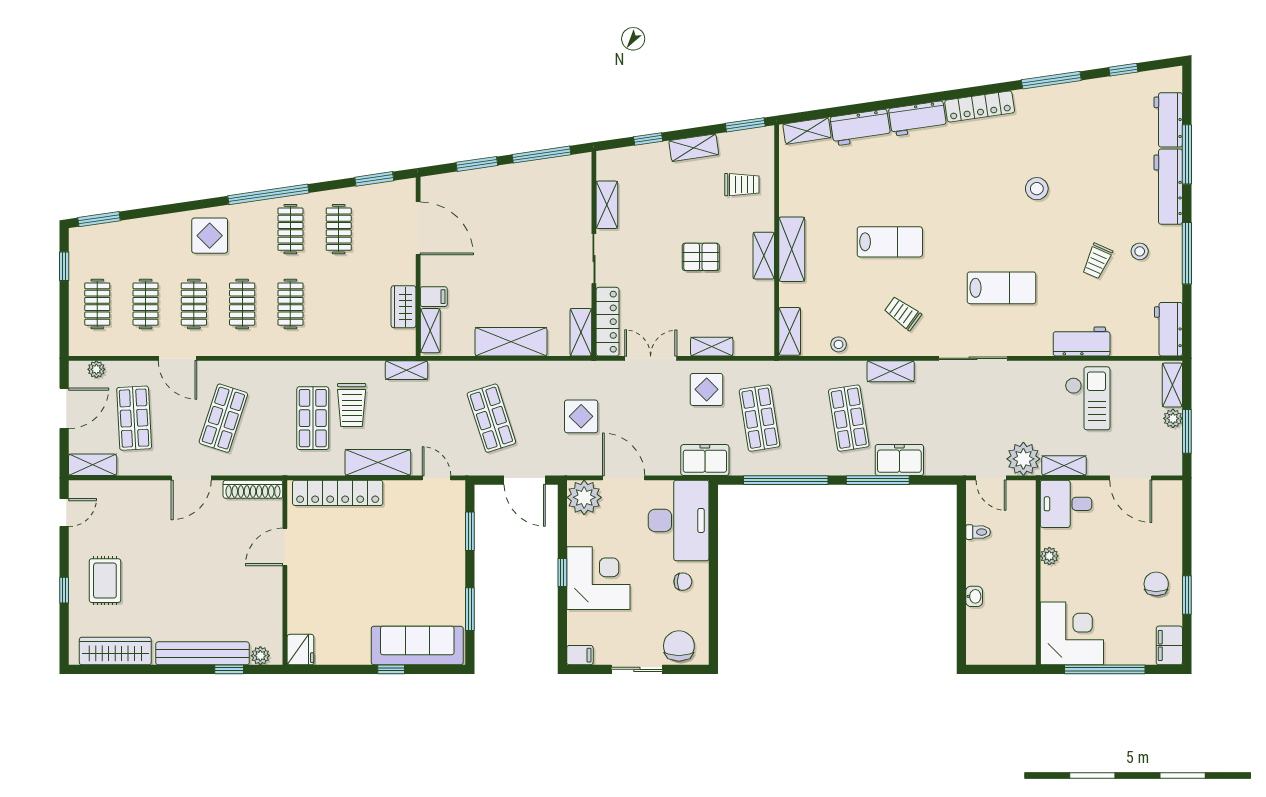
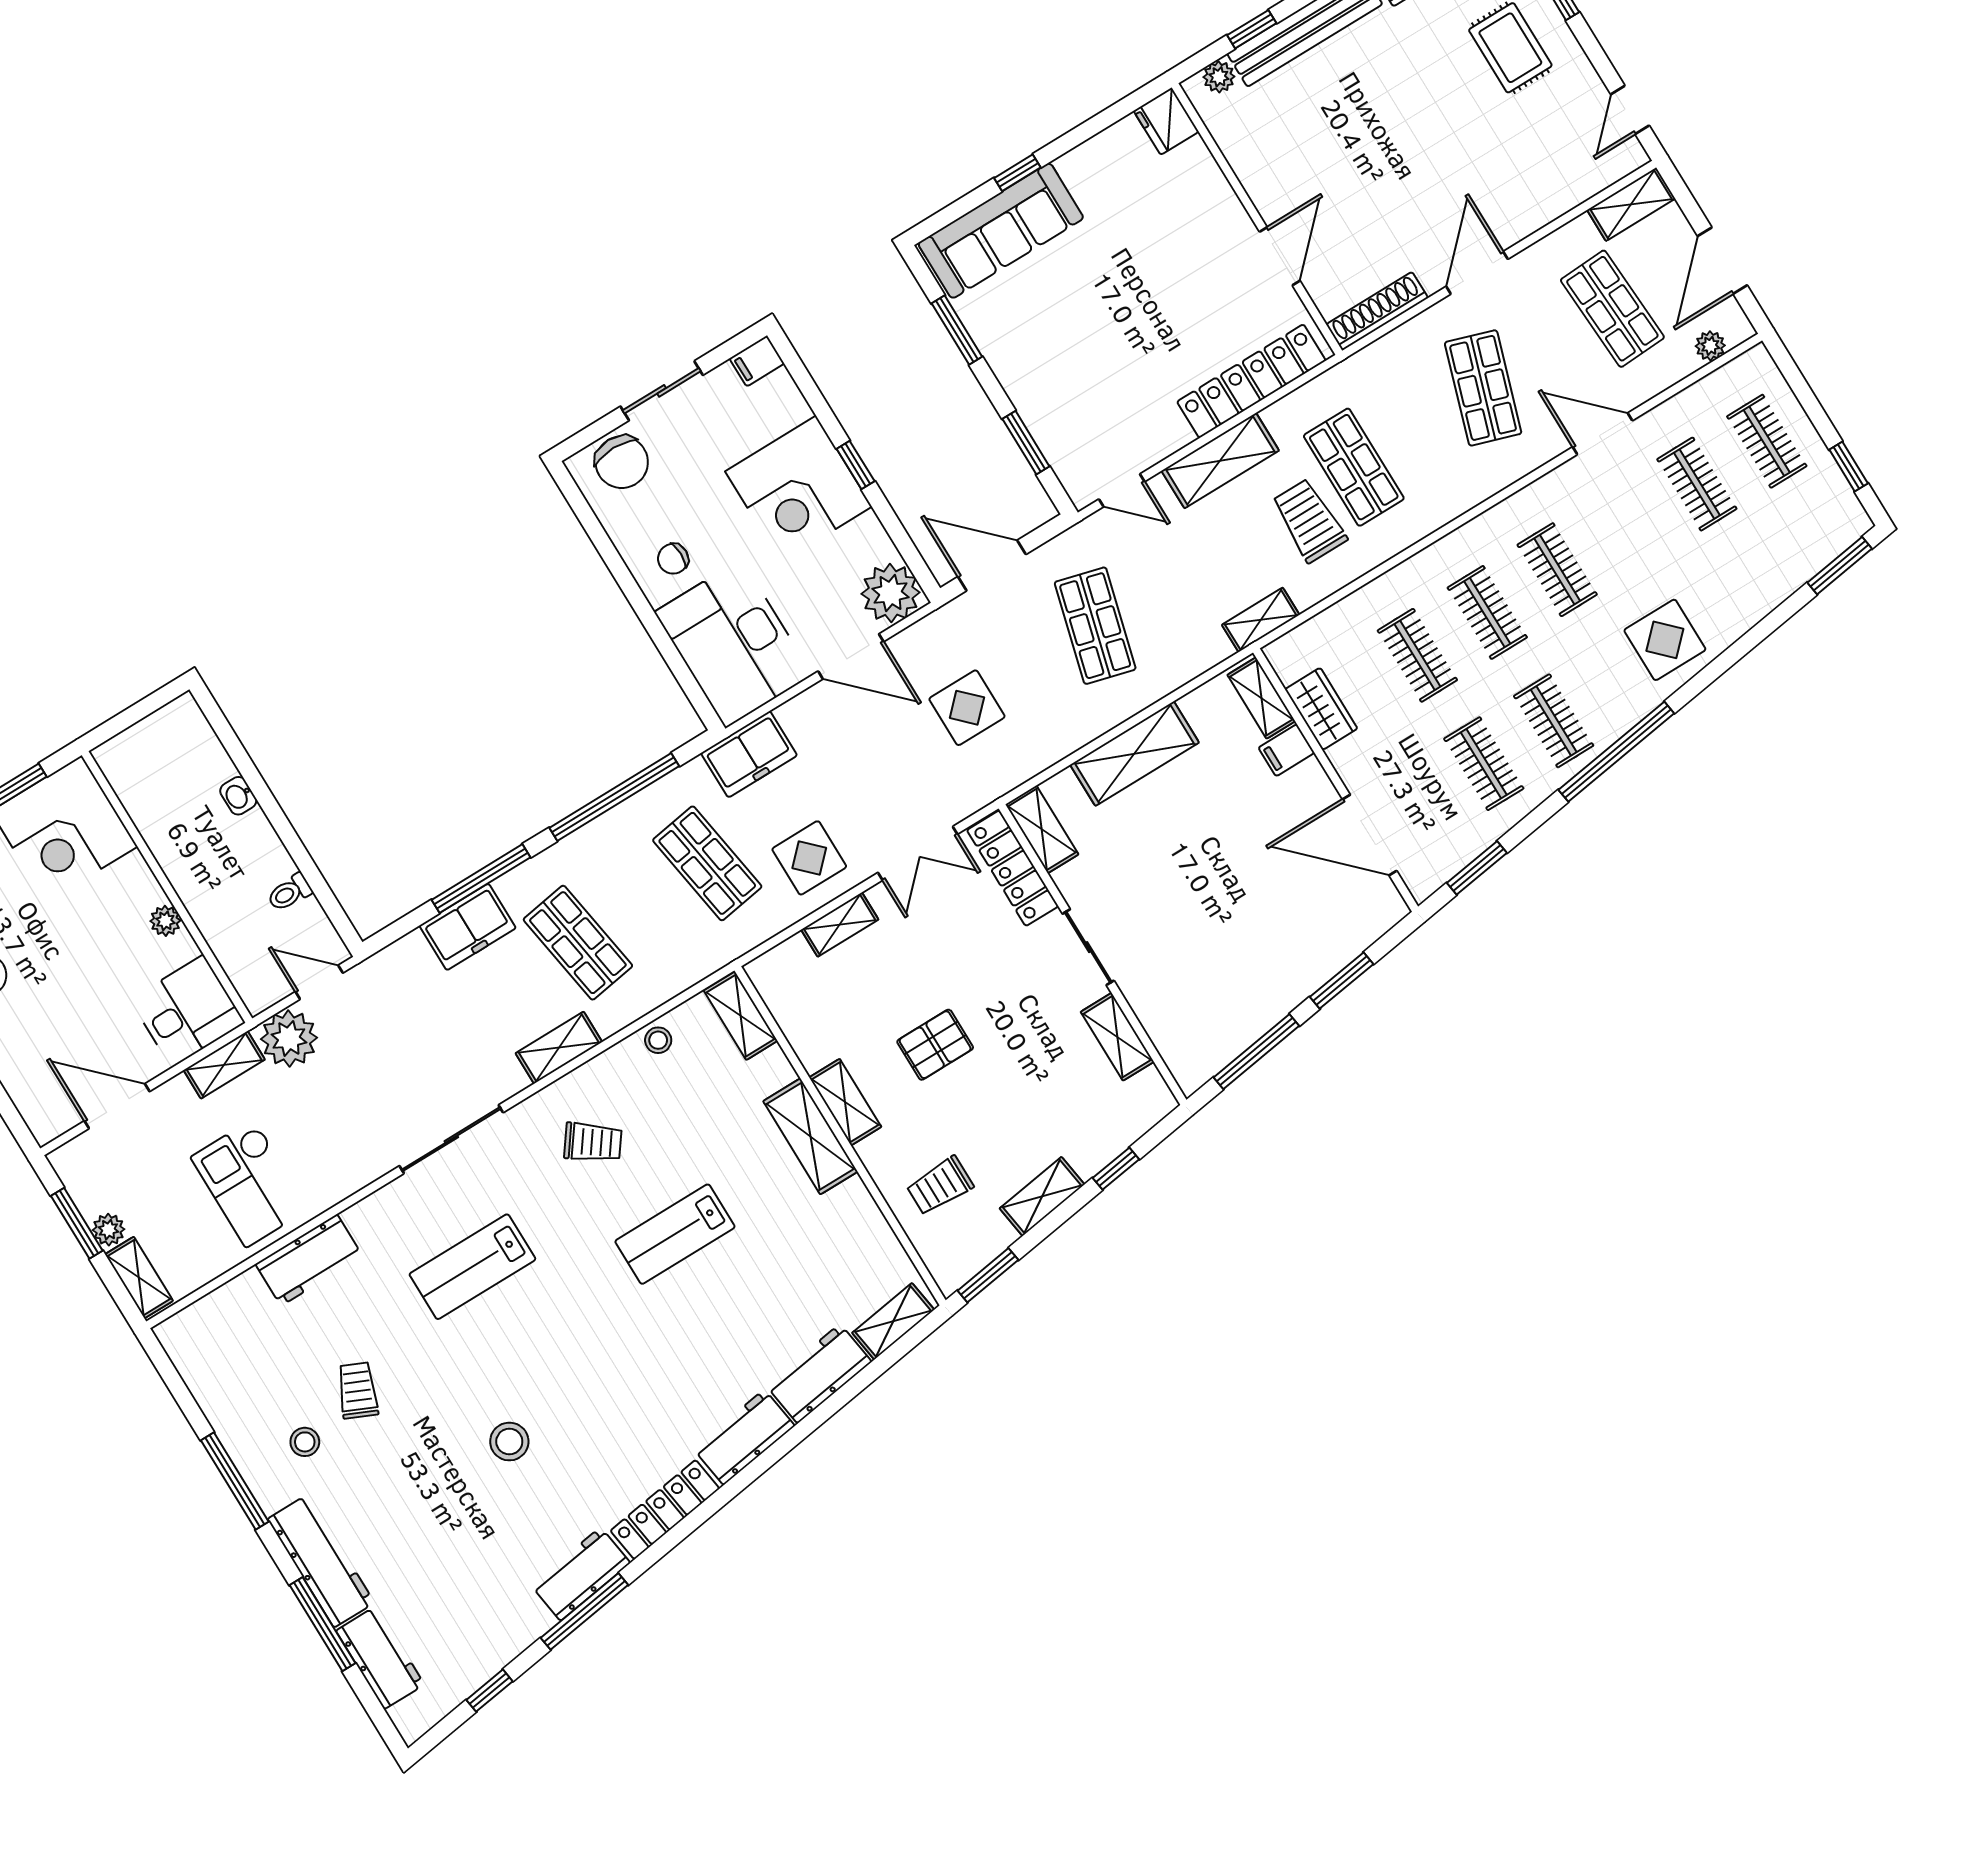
clothes rail: (194, 304) -> (1417, 655), moved
workbench: (1168, 329) -> (581, 1574), moved, turned -98
shop shelf: (491, 418) -> (1095, 626), turned 33

